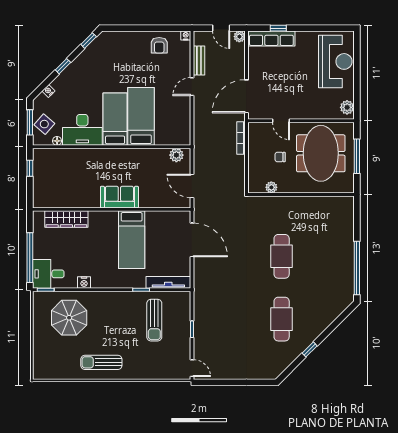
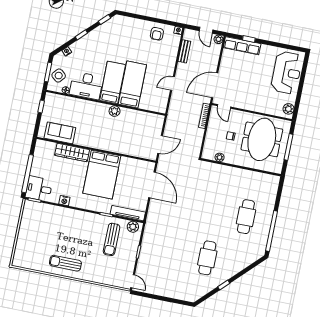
door: (192, 87) -> (172, 83), moved
door: (281, 121) -> (224, 106), moved
plant: (176, 155) -> (115, 111), moved
door: (192, 186) -> (160, 144), swing flipped
sofa: (119, 197) -> (60, 133), moved
wardrobe: (66, 219) -> (72, 152), moved
bed: (132, 240) -> (102, 175), width x1.50
cafe table: (282, 256) -> (246, 217), moved
plant: (178, 298) -> (133, 227), added
parasol: (69, 318) -> (48, 225), removed

